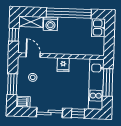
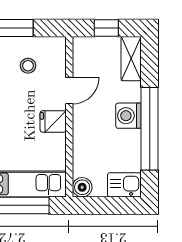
washing machine: (50, 24) -> (129, 116), moved
boiler: (99, 50) -> (82, 187), added
door: (33, 55) -> (69, 90), moved

